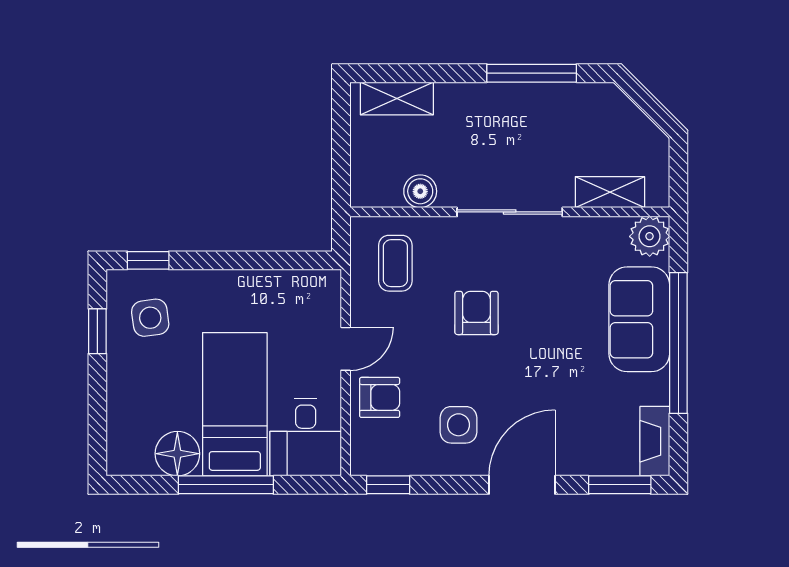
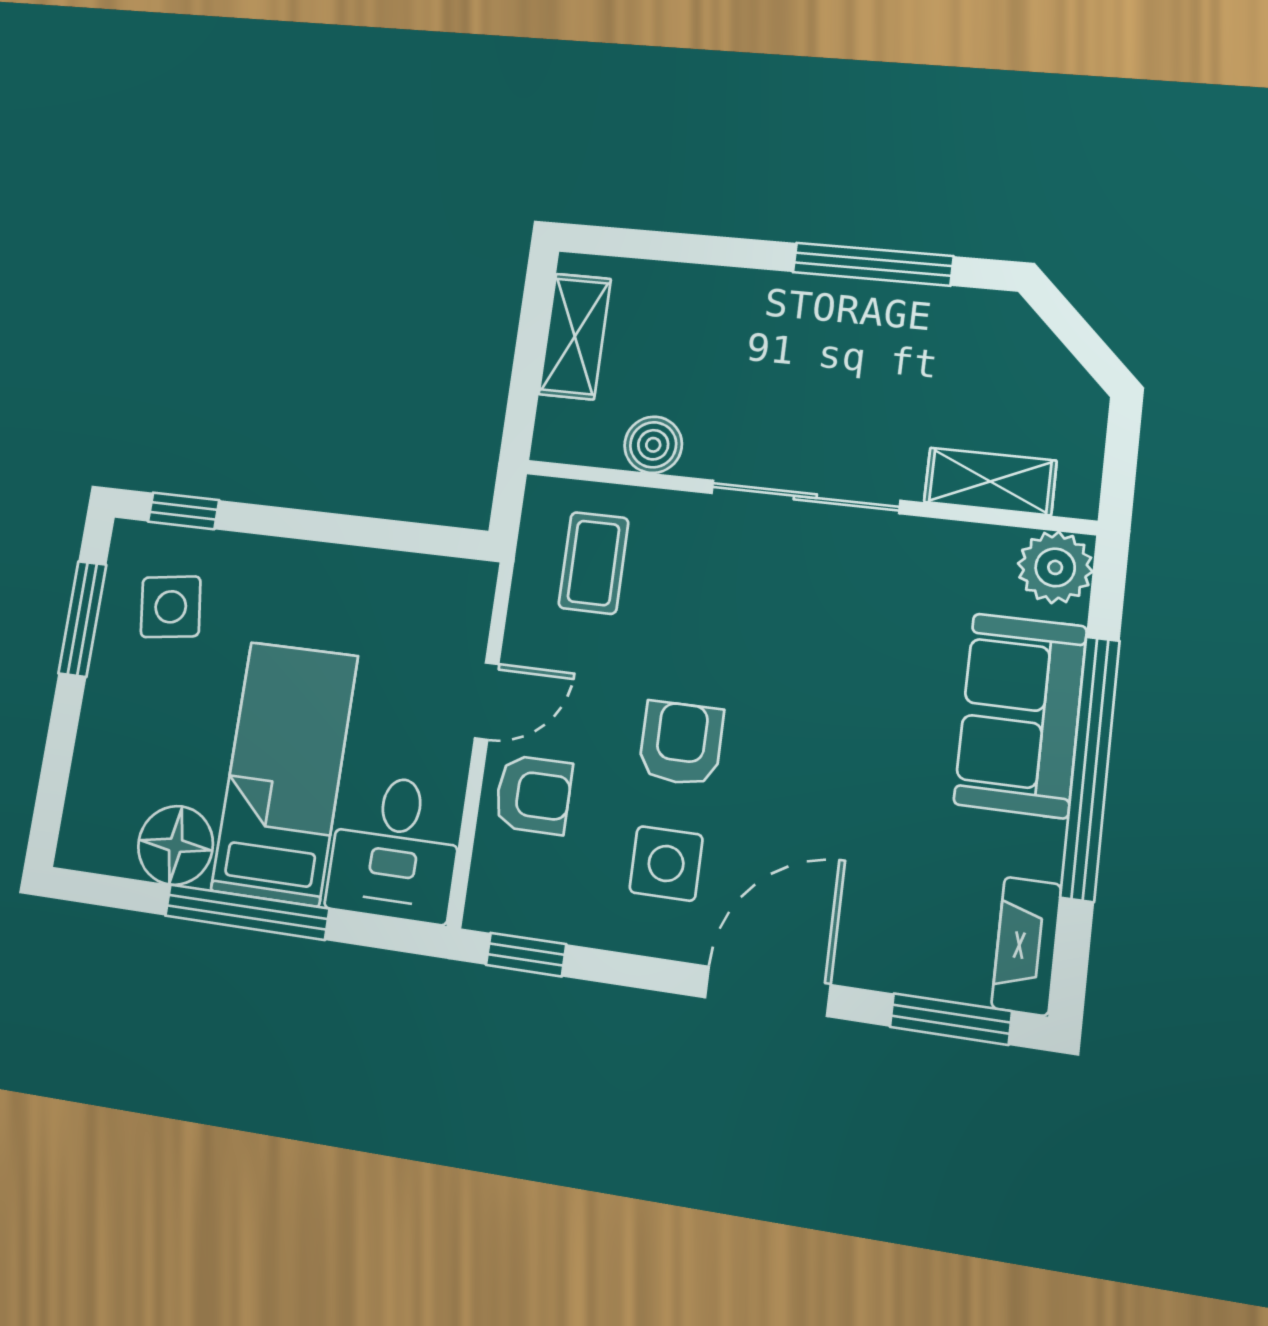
shelving: (397, 98) -> (575, 336), moved, turned 90
armchair: (476, 313) -> (681, 743), moved
window: (97, 331) -> (82, 619), width x1.50

